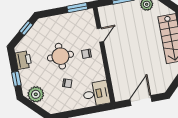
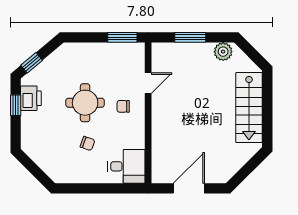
window: (26, 28) -> (32, 63), moved
window: (16, 79) -> (16, 105), moved
plant: (36, 94) -> (39, 151), removed

